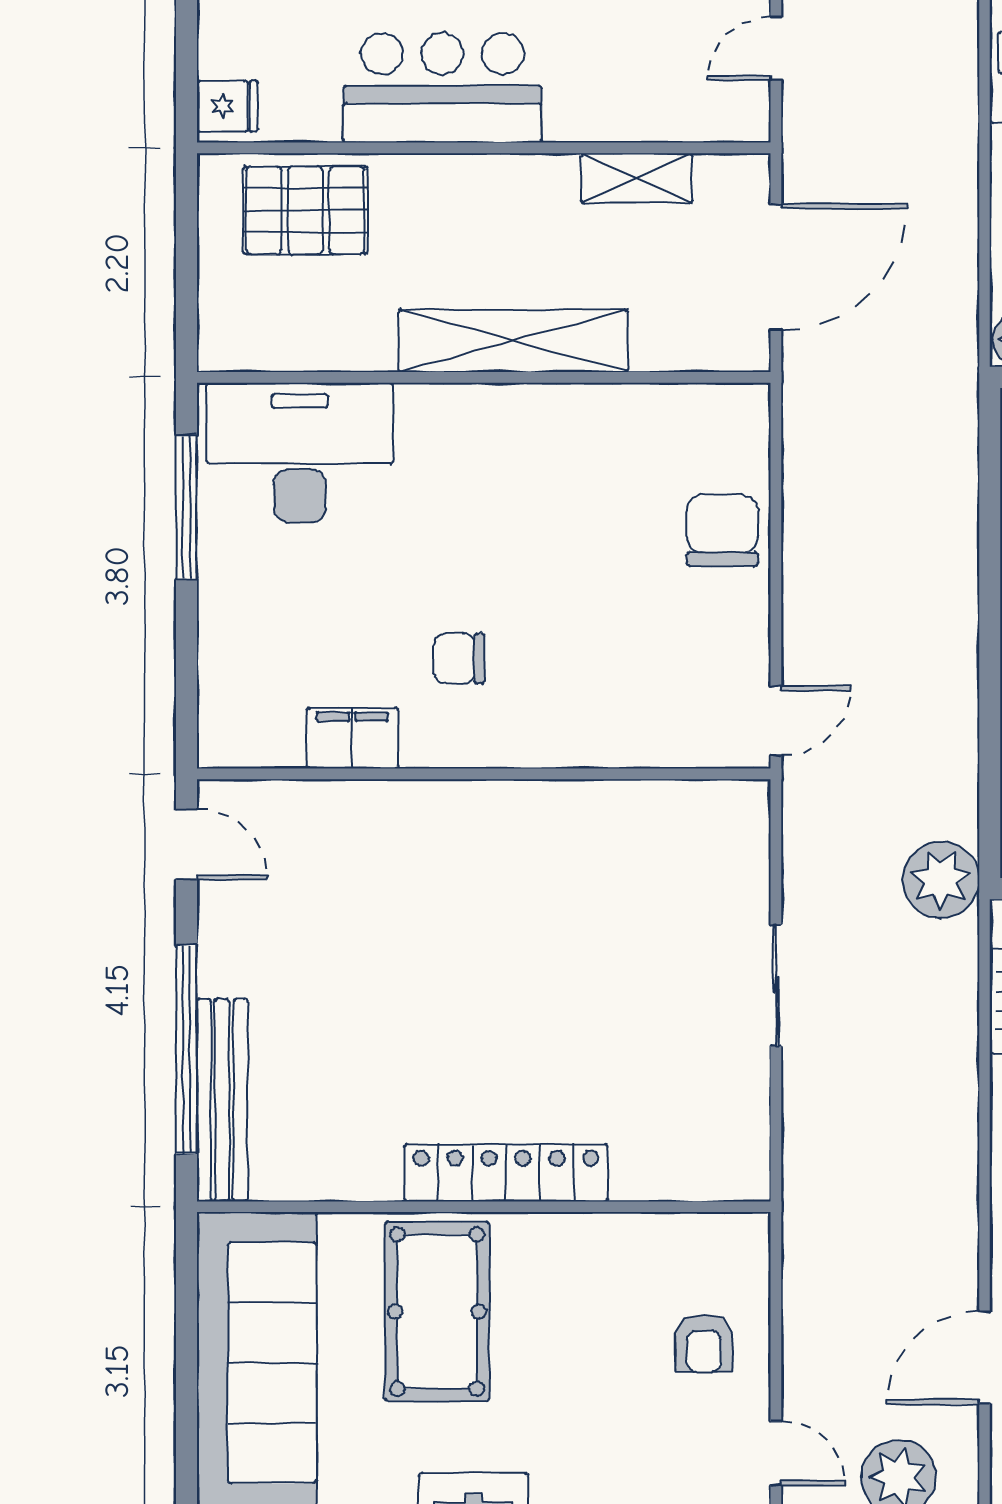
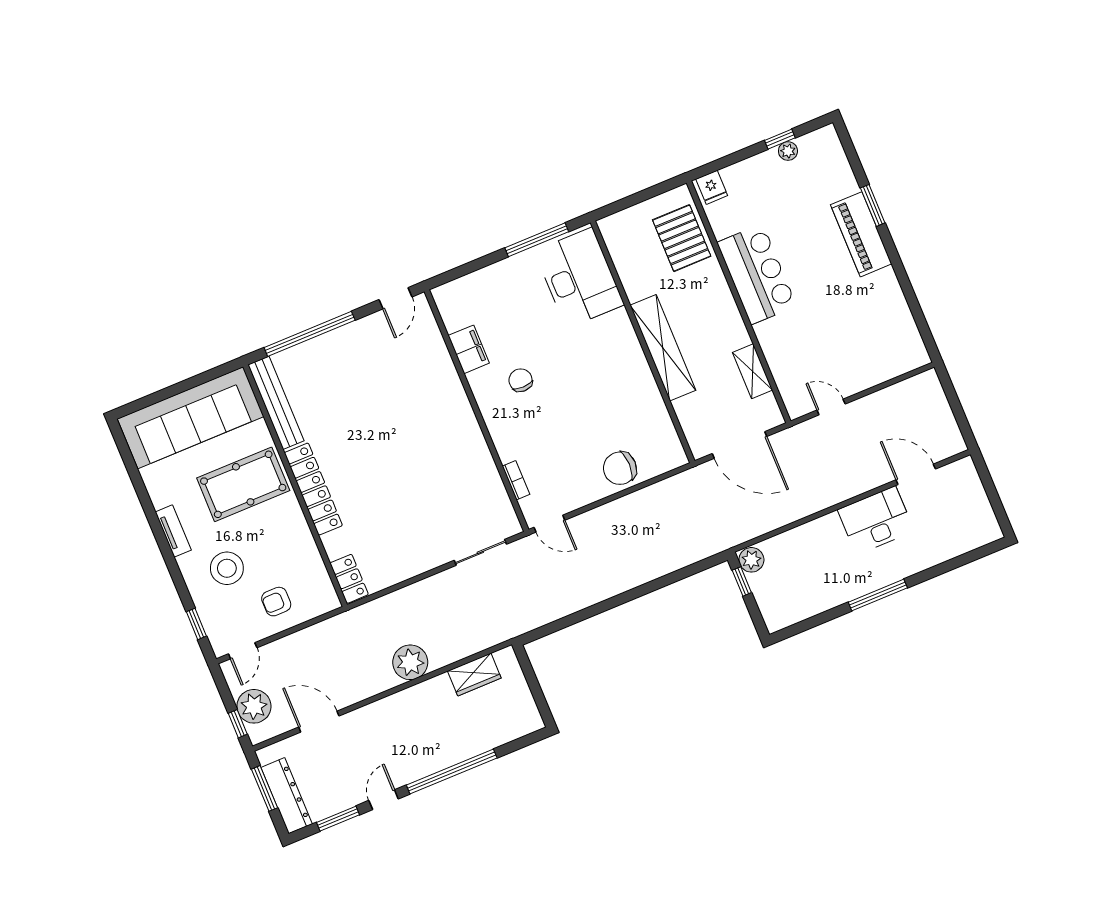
chair: (722, 530) -> (620, 468), turned 180
bookcase: (659, 752) -> (516, 480), added
plant: (941, 880) -> (410, 662), moved
sliding door: (776, 985) -> (480, 552), moved
bench: (222, 1100) -> (276, 403), moved, turned 90
locker: (719, 1175) -> (349, 579), added
stool: (594, 1416) -> (227, 568), added

